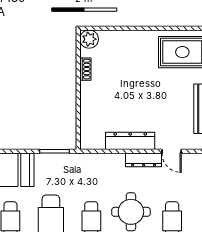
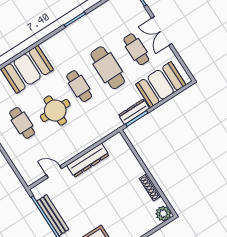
shoe rack: (85, 69) -> (150, 187), width x1.43
dresser: (144, 160) -> (134, 112), moved

